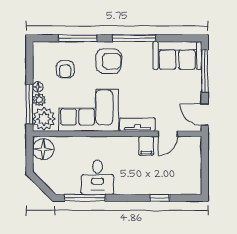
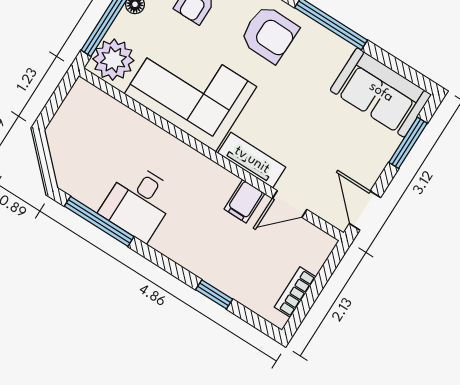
window: (205, 71) -> (408, 143), width x0.69
plant: (39, 100) -> (124, 25), removed
floor lamp: (43, 149) -> (83, 106), removed
bookcase: (196, 173) -> (295, 292), added

